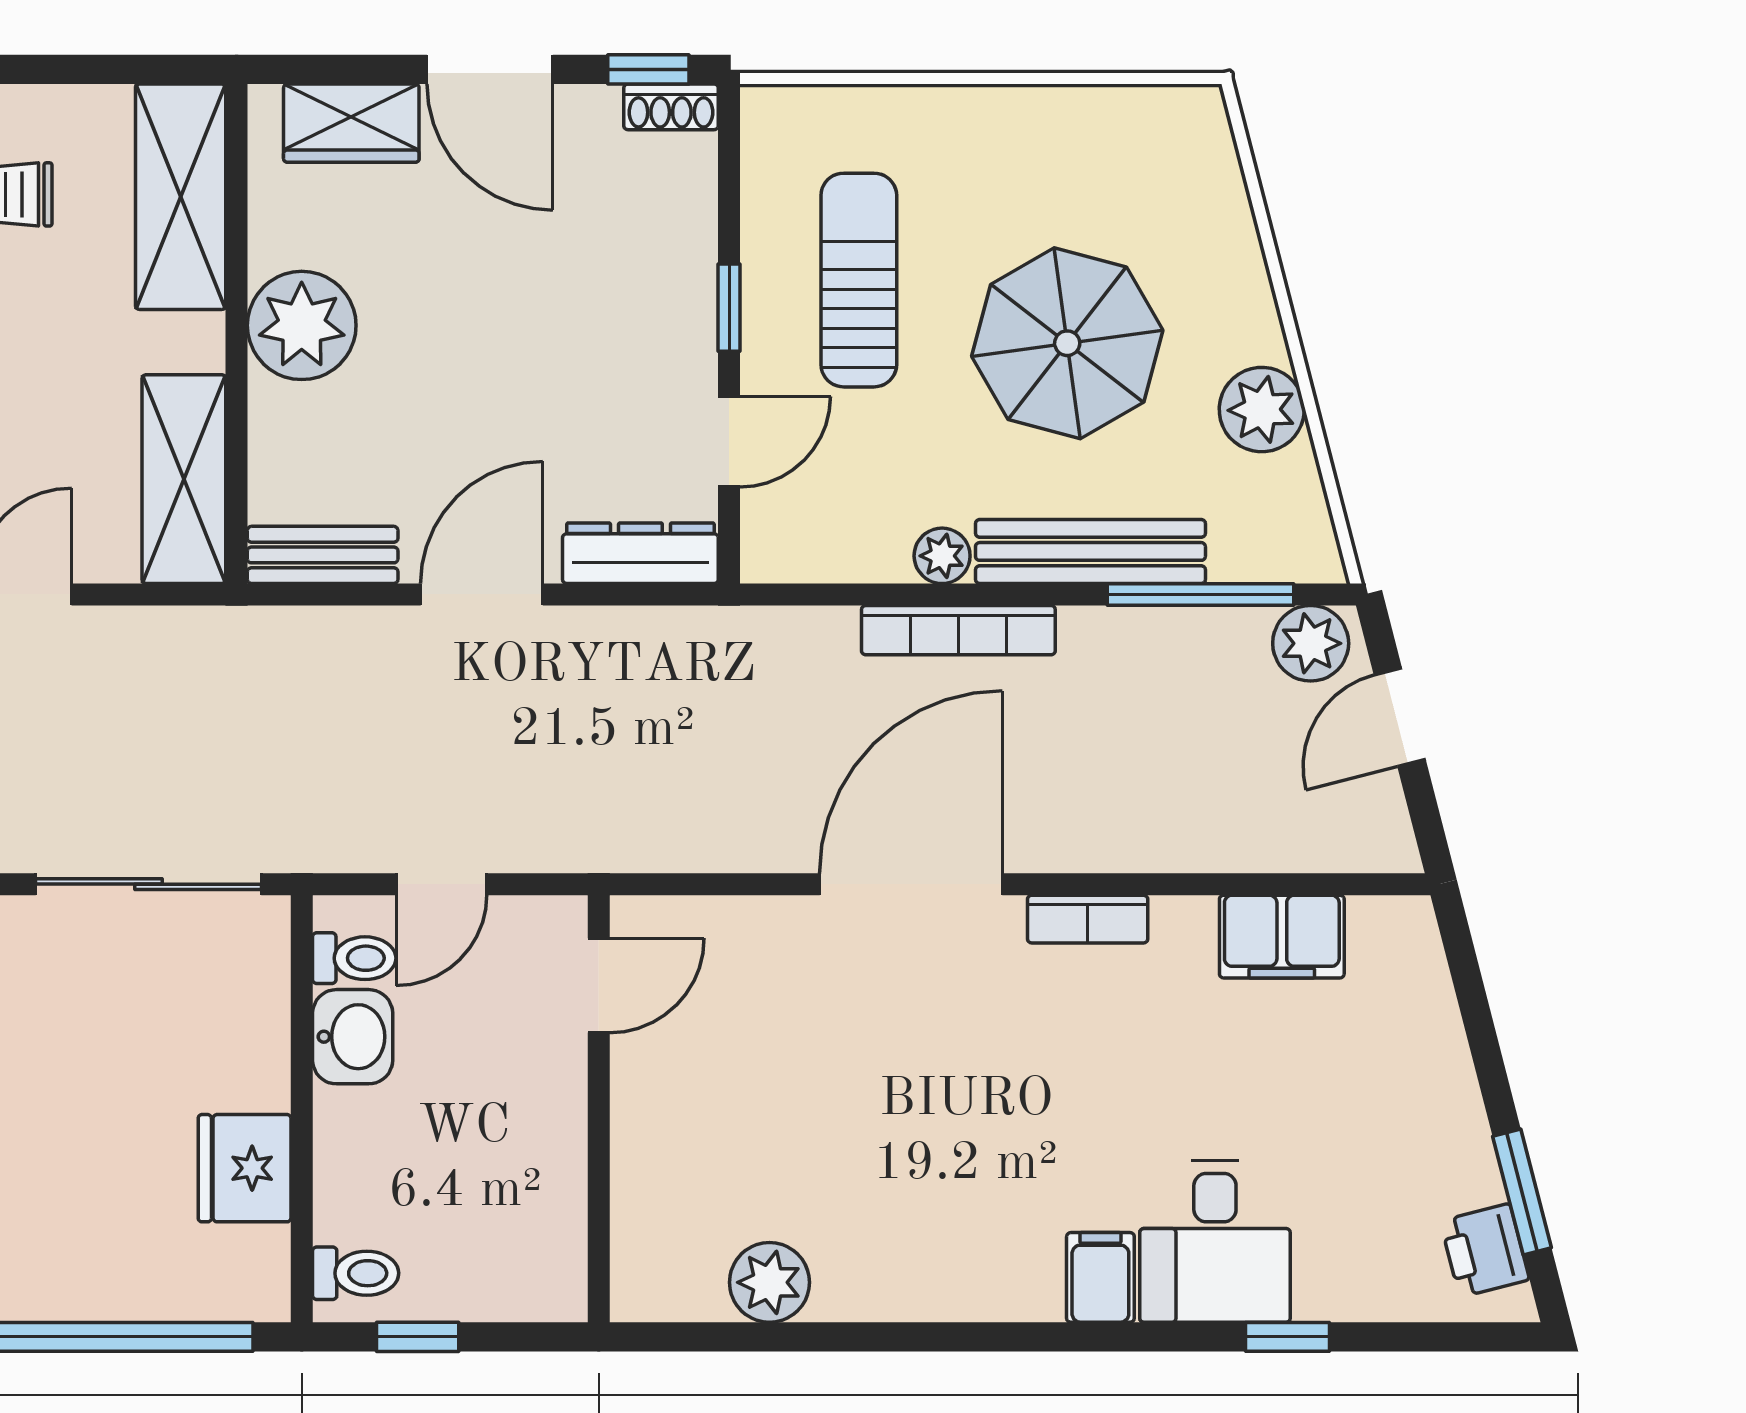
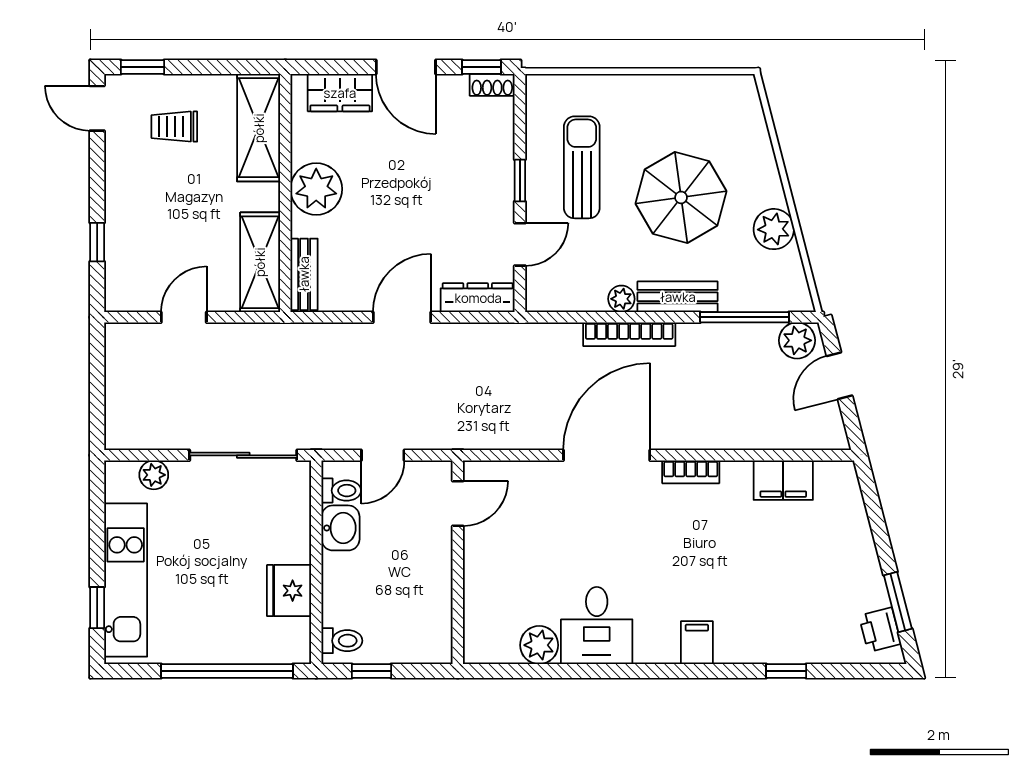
bench: (1090, 551) -> (678, 297), width x0.73
bench: (323, 555) -> (304, 274), moved, turned 90
desk: (1215, 1241) -> (597, 625), moved

